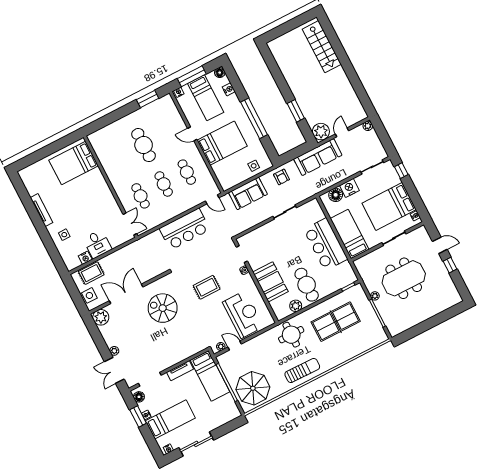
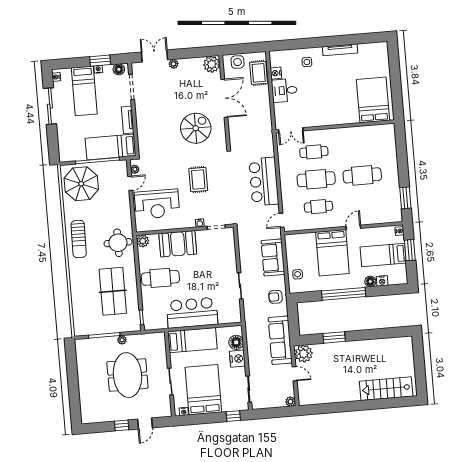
floor lamp: (220, 73) -> (370, 281), moved
window: (192, 76) -> (410, 250), width x0.69
cafe table: (164, 184) -> (316, 179), width x1.37, depth x1.35
plant: (296, 306) -> (143, 241), moved

